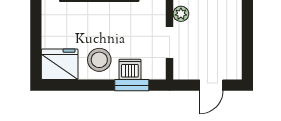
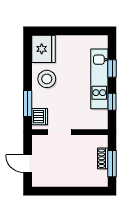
plant: (181, 14) -> (82, 141), removed
dishwasher: (130, 69) -> (40, 117), moved

